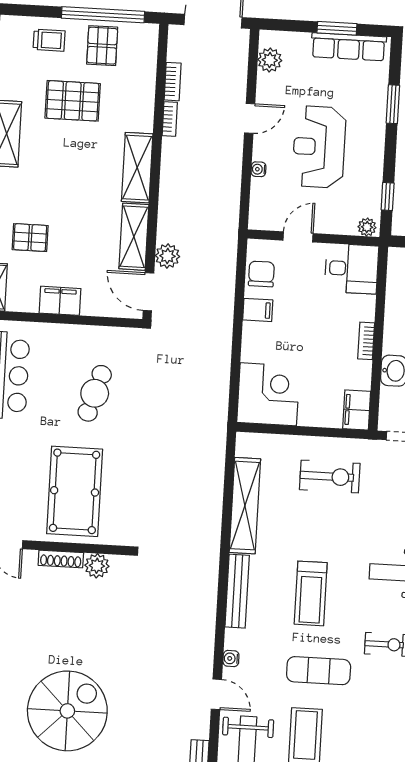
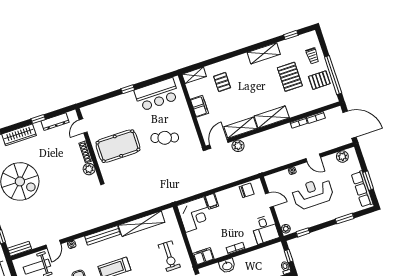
filing cabinet: (258, 310) -> (212, 201), moved

